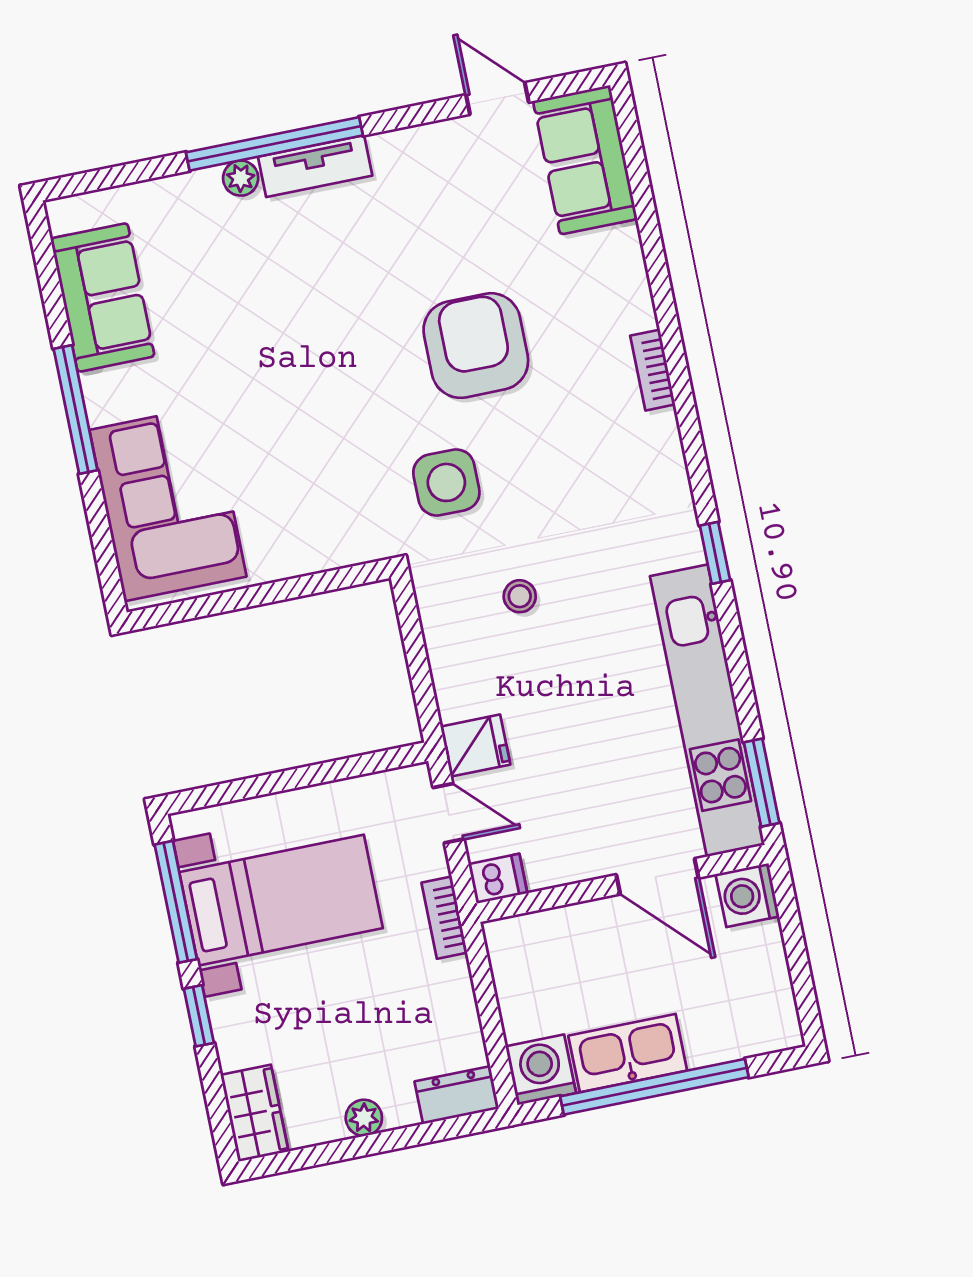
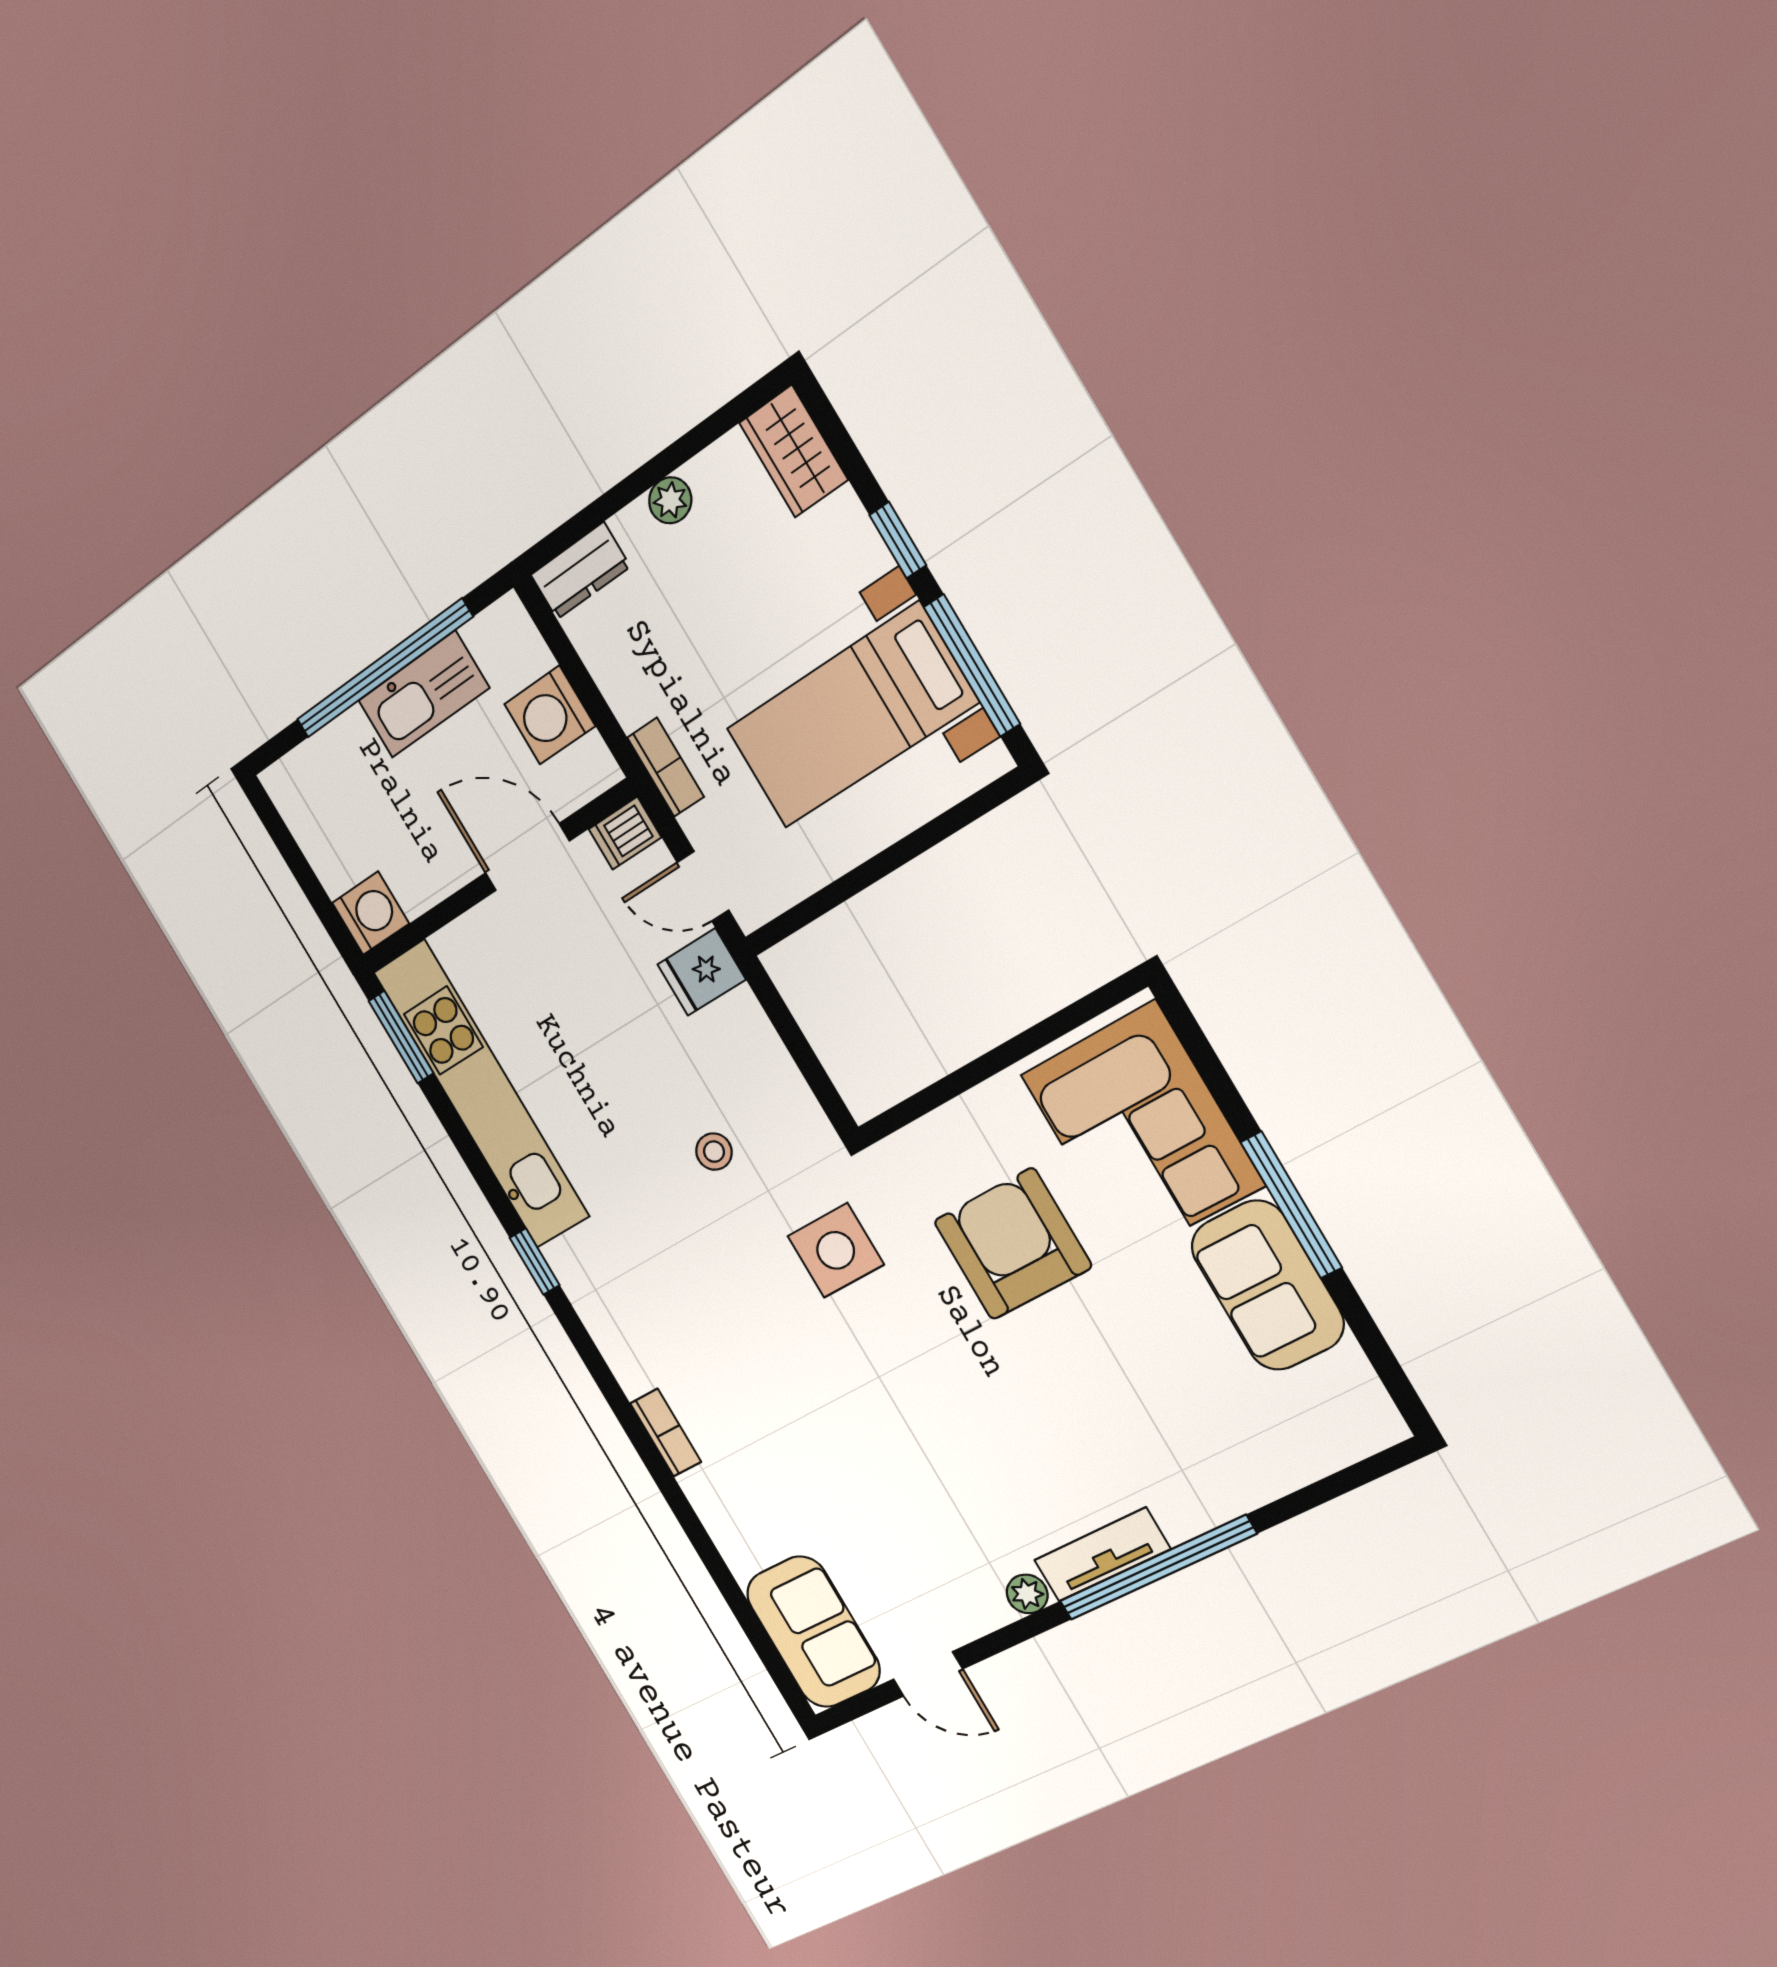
plant: (241, 178) -> (1027, 1594), moved
sofa: (103, 297) -> (1267, 1285), moved
armchair: (476, 346) -> (1013, 1244), moved, turned 180
door: (657, 876) -> (527, 857), moved
washing machine: (541, 1070) -> (550, 715), moved, turned 90

